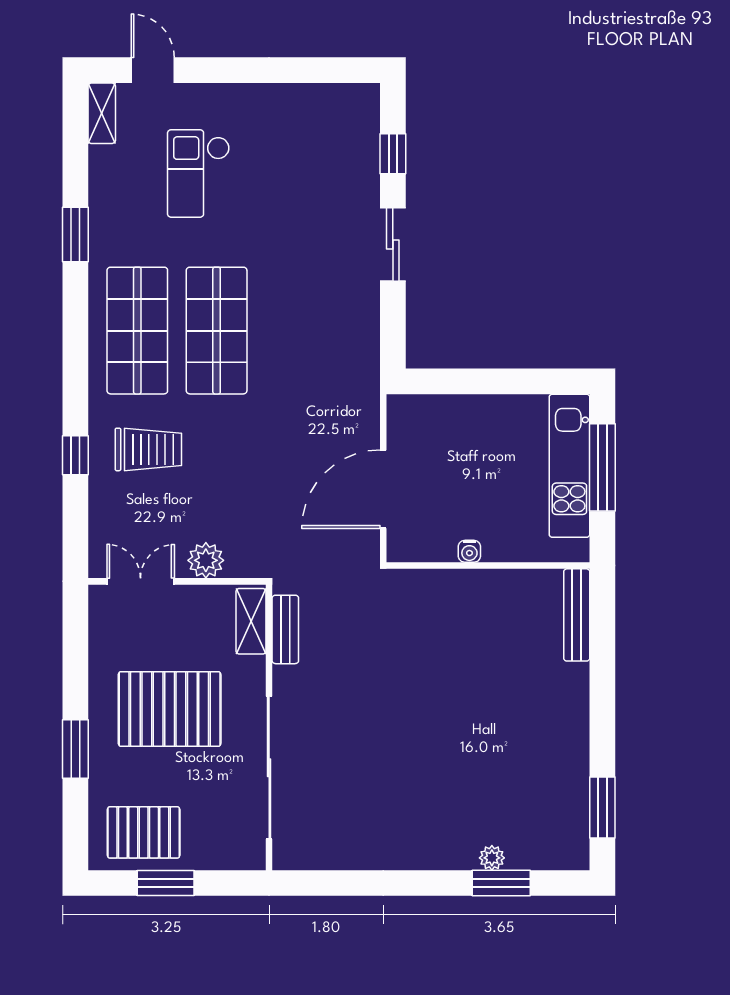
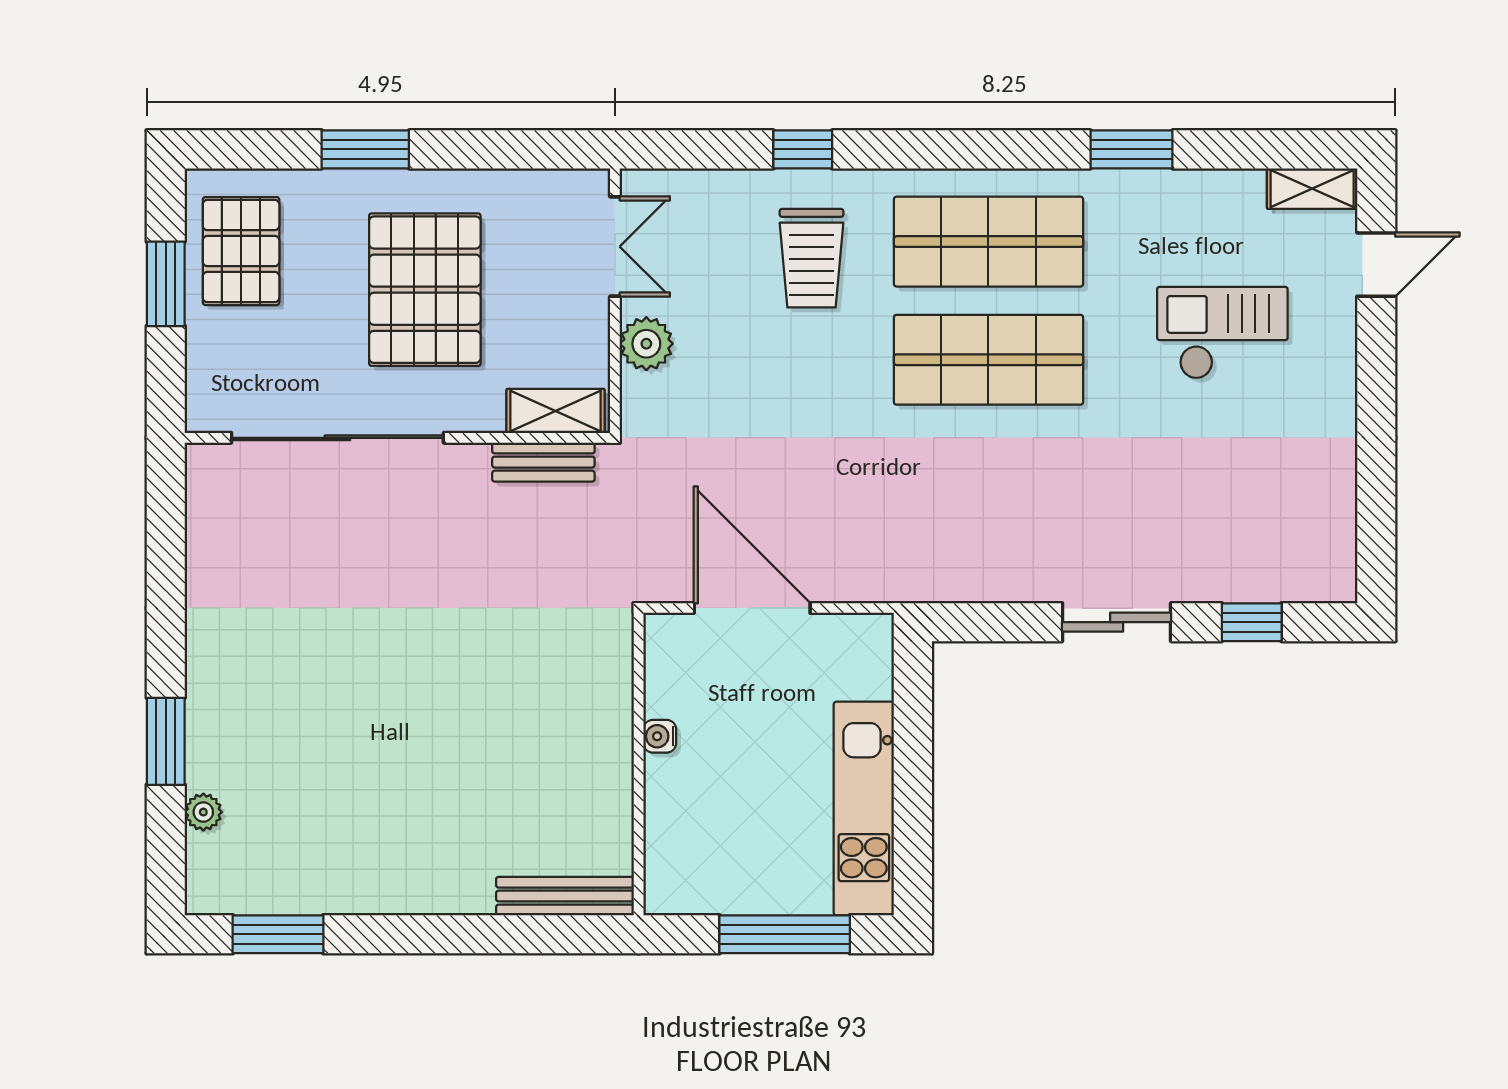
kitchen unit: (569, 466) -> (864, 809), moved, turned -90
plant: (492, 858) -> (203, 812), moved
window: (501, 883) -> (166, 741), moved

